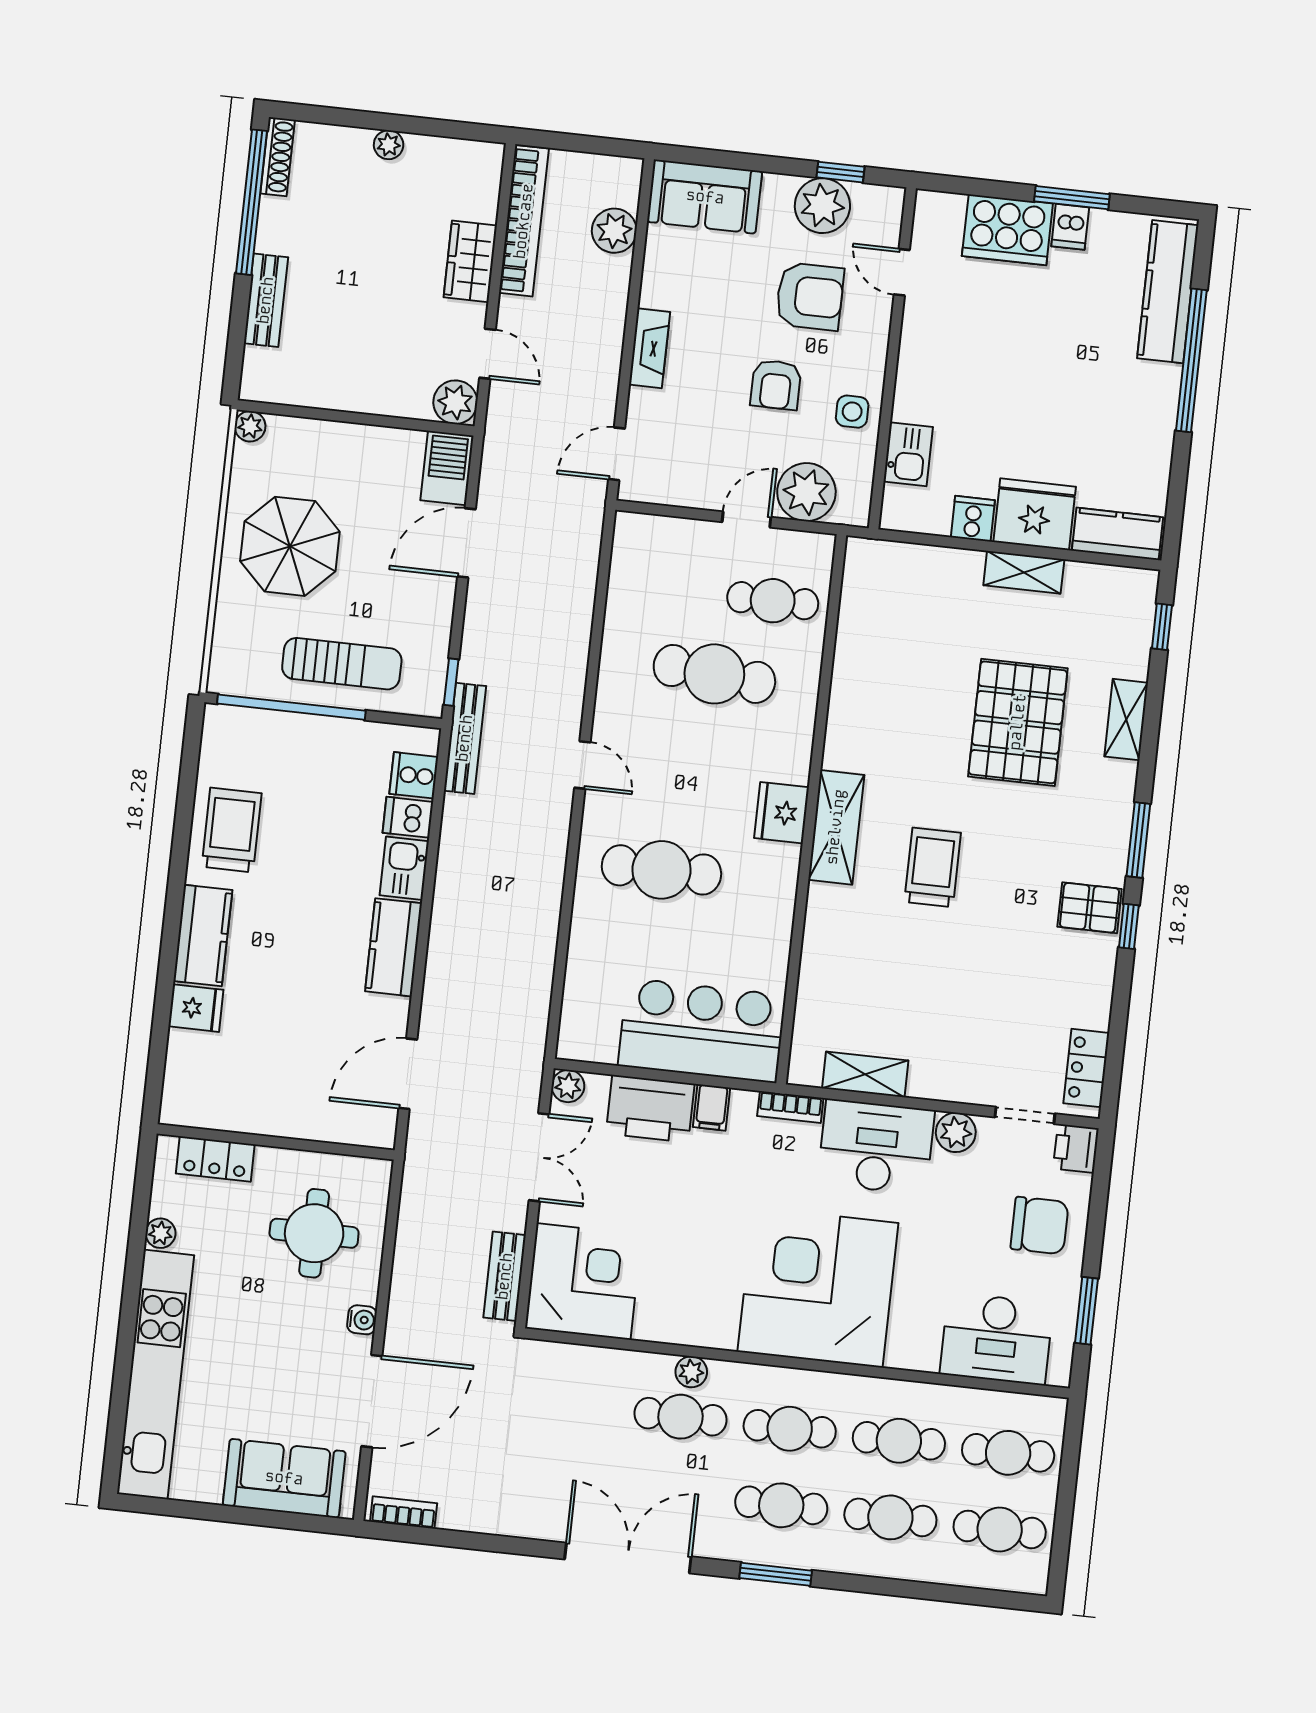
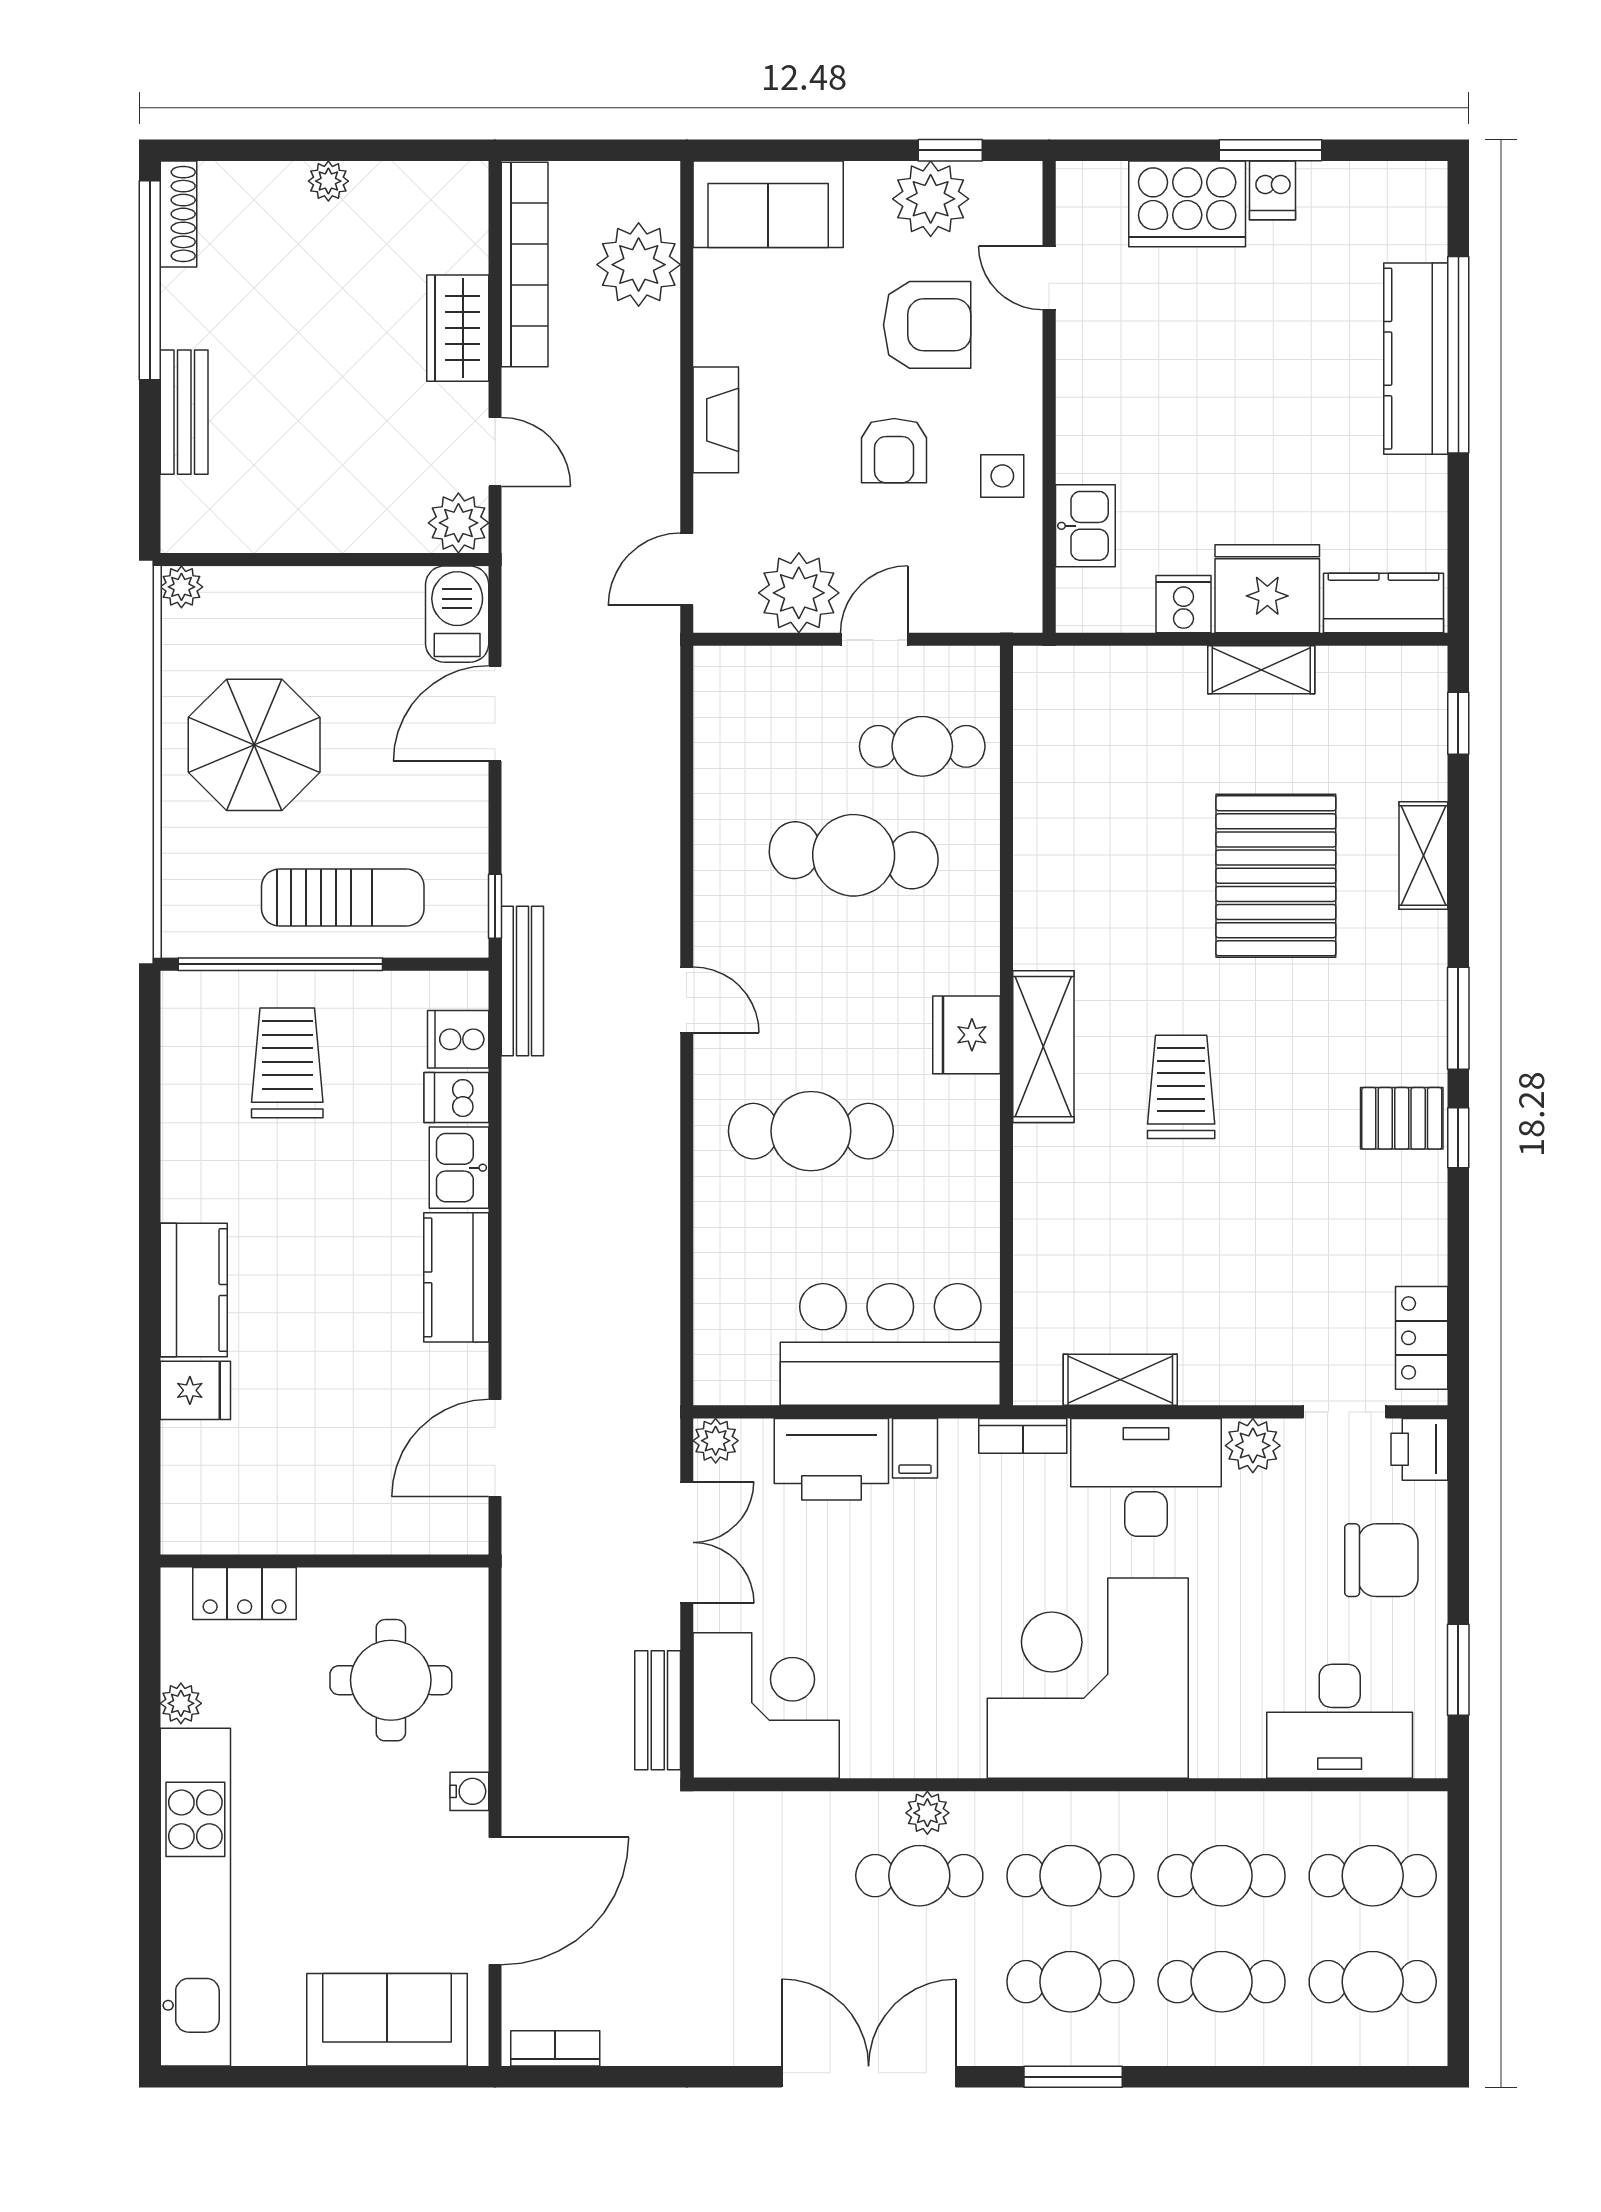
plant: (614, 231) -> (639, 265), width x1.36, depth x1.36
kitchen counter: (1168, 292) -> (1416, 359), moved
plant: (806, 492) -> (799, 593), moved
trolley: (232, 830) -> (287, 1063), moved

